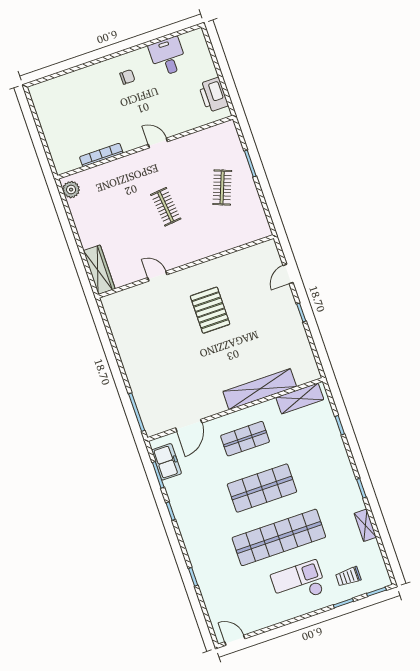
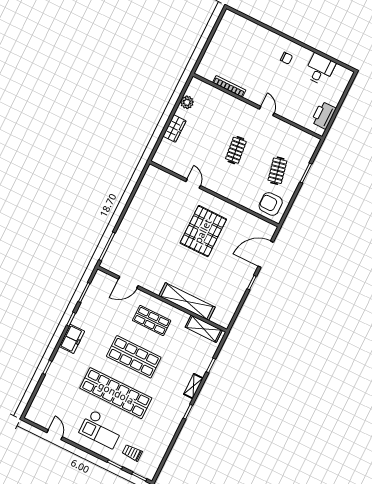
clothes rail: (222, 187) -> (277, 171), turned -33
plant: (71, 190) -> (187, 102), moved
armchair: (246, 224) -> (271, 204), added
wardrobe: (99, 270) -> (174, 129), moved, width x0.67
door: (288, 274) -> (266, 254), width x1.88
pallet: (210, 310) -> (203, 231), width x1.37, depth x1.41
freezer: (166, 462) -> (72, 339), moved
shelving: (365, 525) -> (193, 386), moved
checkout: (299, 583) -> (101, 429), turned 180
door: (235, 640) -> (55, 435), moved

